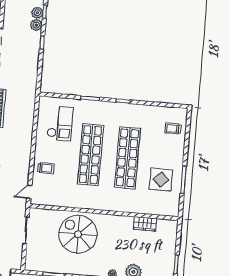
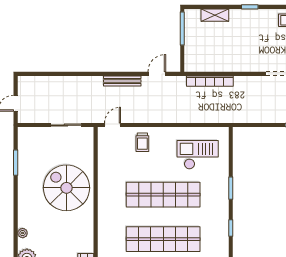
checkout: (60, 123) -> (198, 155), turned 180
door: (29, 192) -> (113, 125), hinge flipped
spiral stairs: (78, 234) -> (67, 188), turned -90

